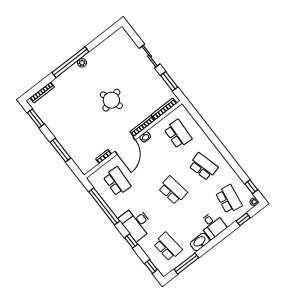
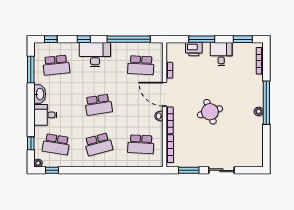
desk: (60, 126) -> (221, 54), added
printer: (73, 150) -> (194, 49), added

